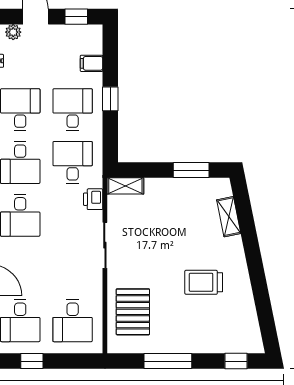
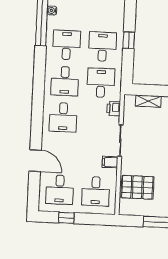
filing cabinet: (92, 63) -> (110, 162), moved
shelving: (125, 186) -> (148, 101), moved
pallet: (133, 312) -> (137, 187), turned 90

